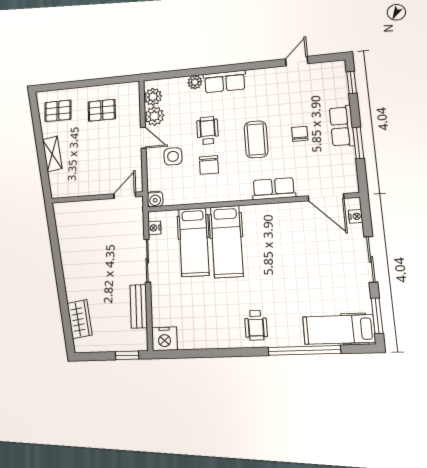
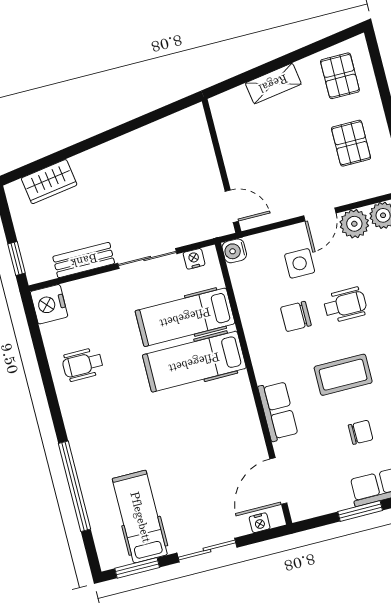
wheelchair: (256, 325) -> (83, 364), moved
hospital bed: (339, 330) -> (140, 517), moved

